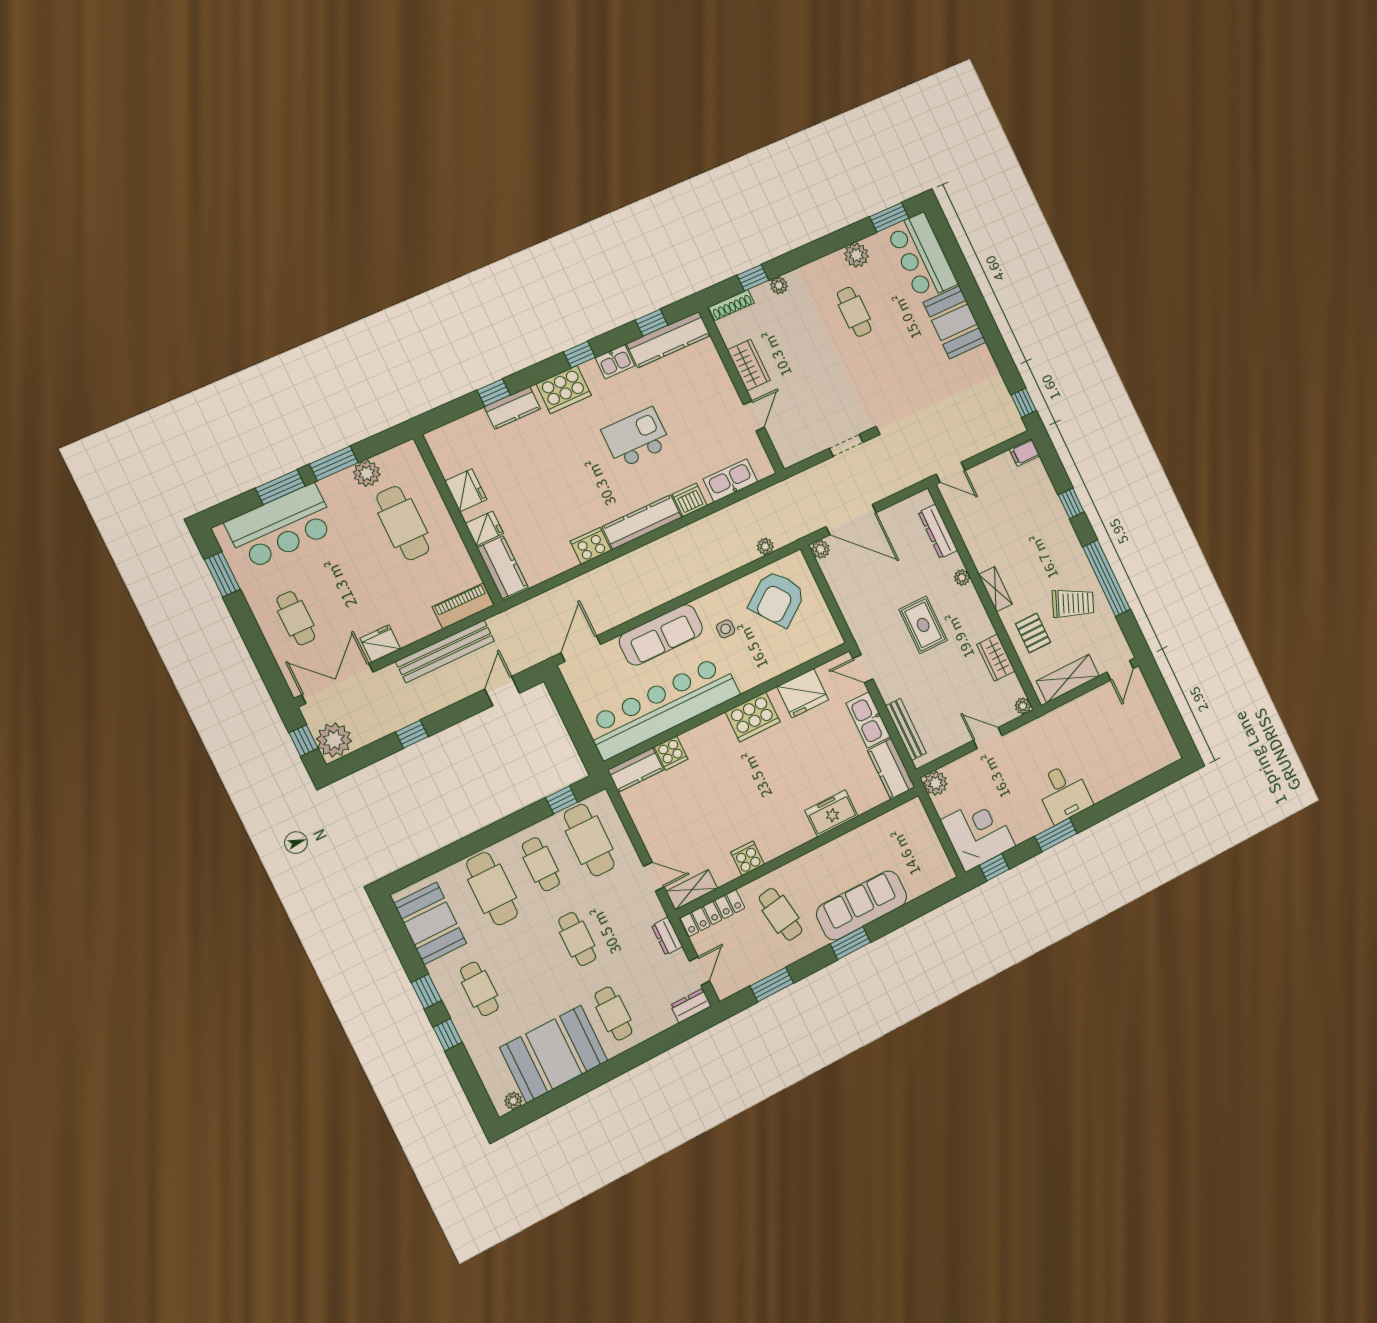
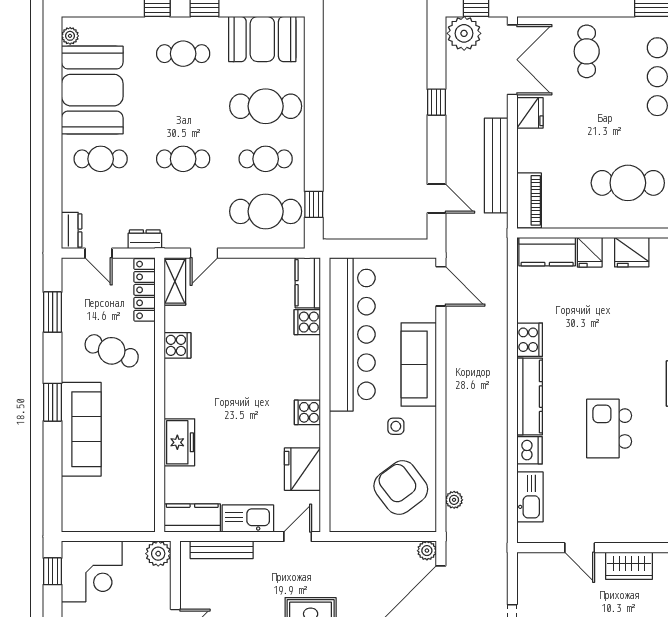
kitchen island: (636, 438) -> (609, 429), turned 180
cafe table: (296, 618) -> (587, 51), turned 90
cooker: (753, 717) -> (307, 412), width x0.53, depth x0.76
cafe table: (781, 914) -> (112, 351), turned 30

